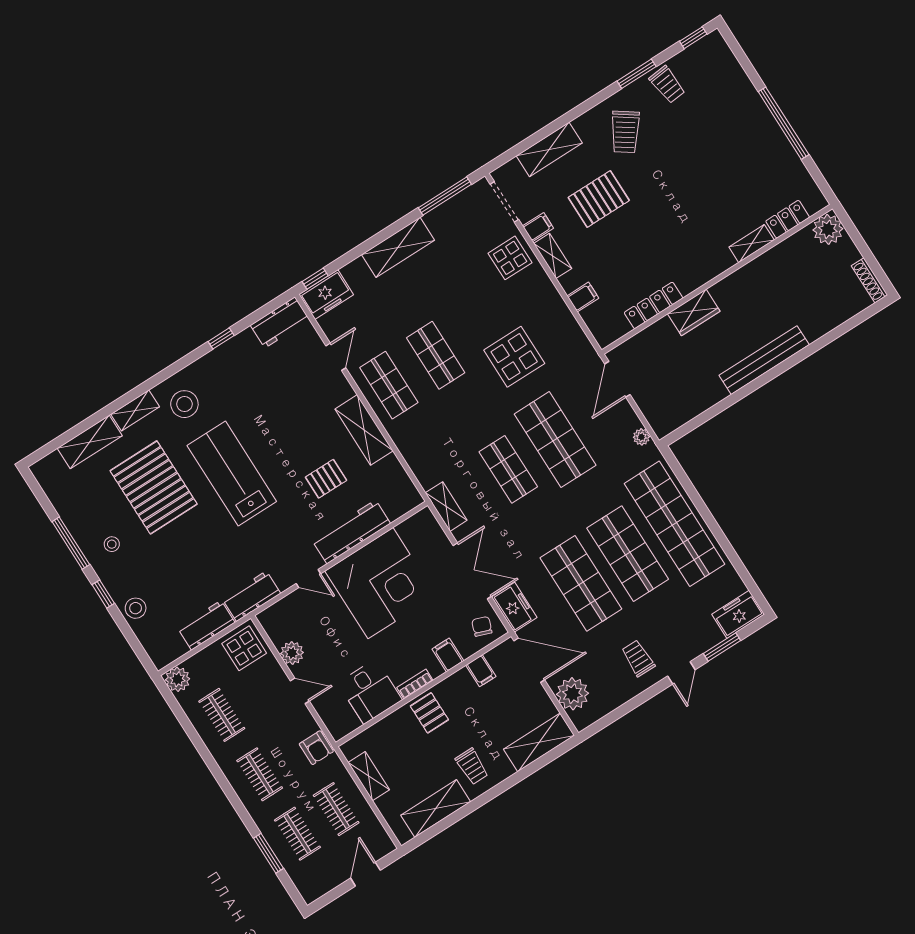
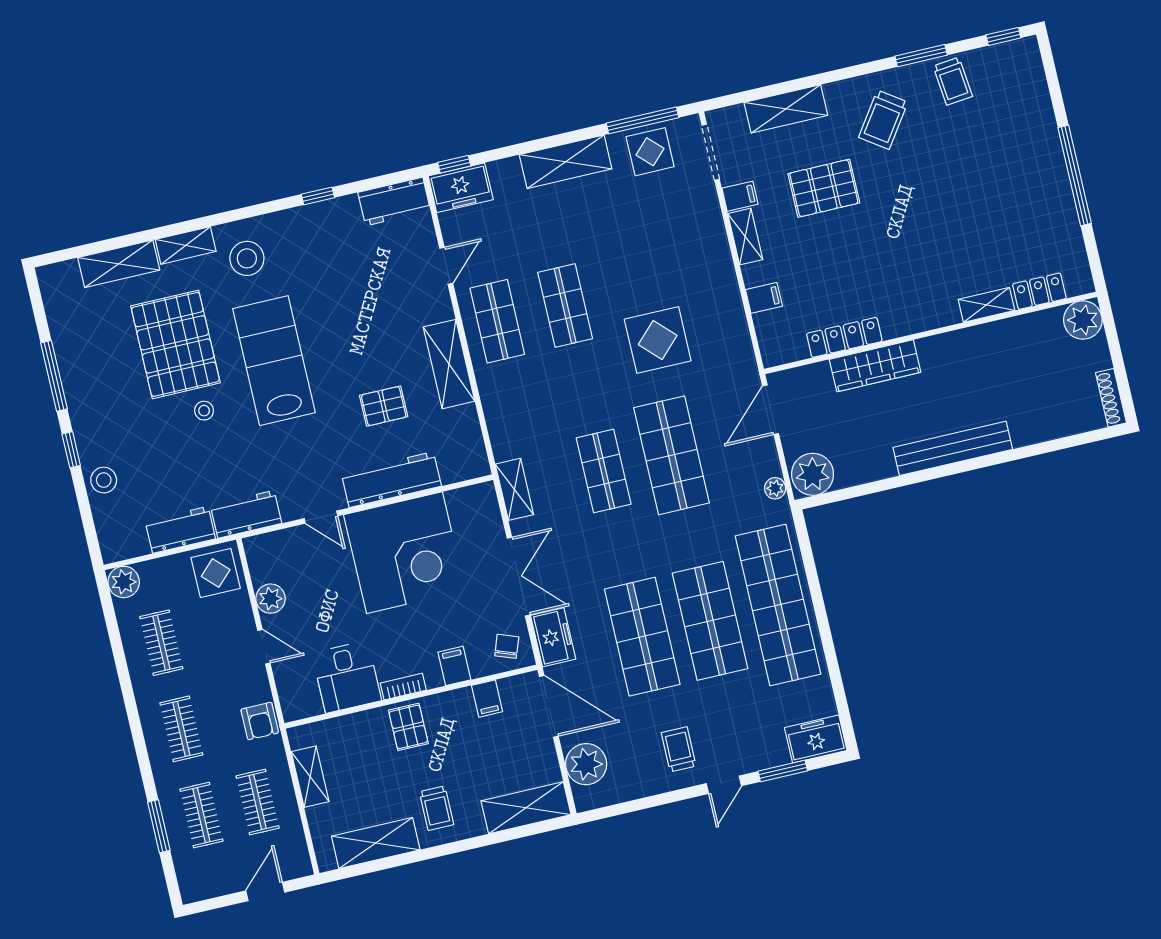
display table: (510, 258) -> (650, 152), moved
wardrobe: (694, 312) -> (875, 366), width x1.50
plant: (666, 417) -> (813, 474), added
stool: (112, 544) -> (204, 411), moved

